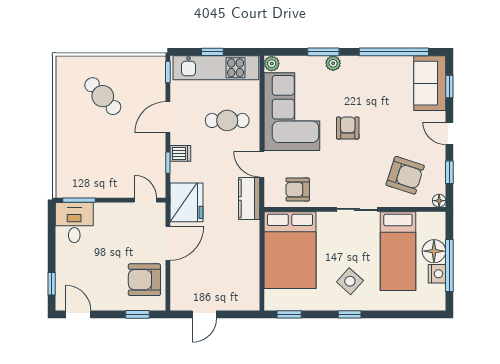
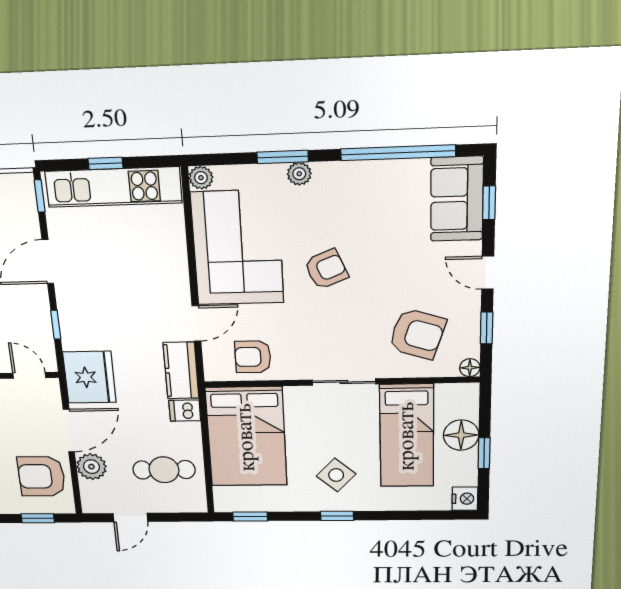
cafe table: (227, 120) -> (164, 470), moved
armchair: (348, 128) -> (326, 269), turned 67
dishwasher: (180, 153) -> (185, 411), moved, turned 180
door: (262, 164) -> (196, 324), swing flipped
window: (449, 265) -> (484, 453), width x0.46
plant: (181, 272) -> (91, 467), added
nightstand: (437, 274) -> (465, 499), moved

